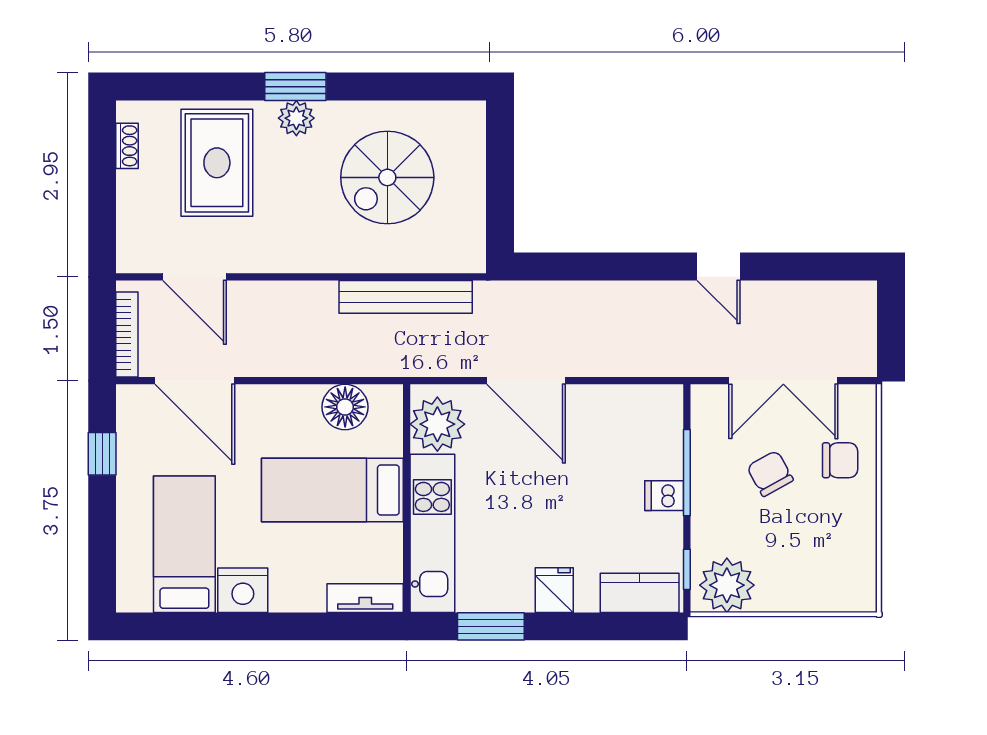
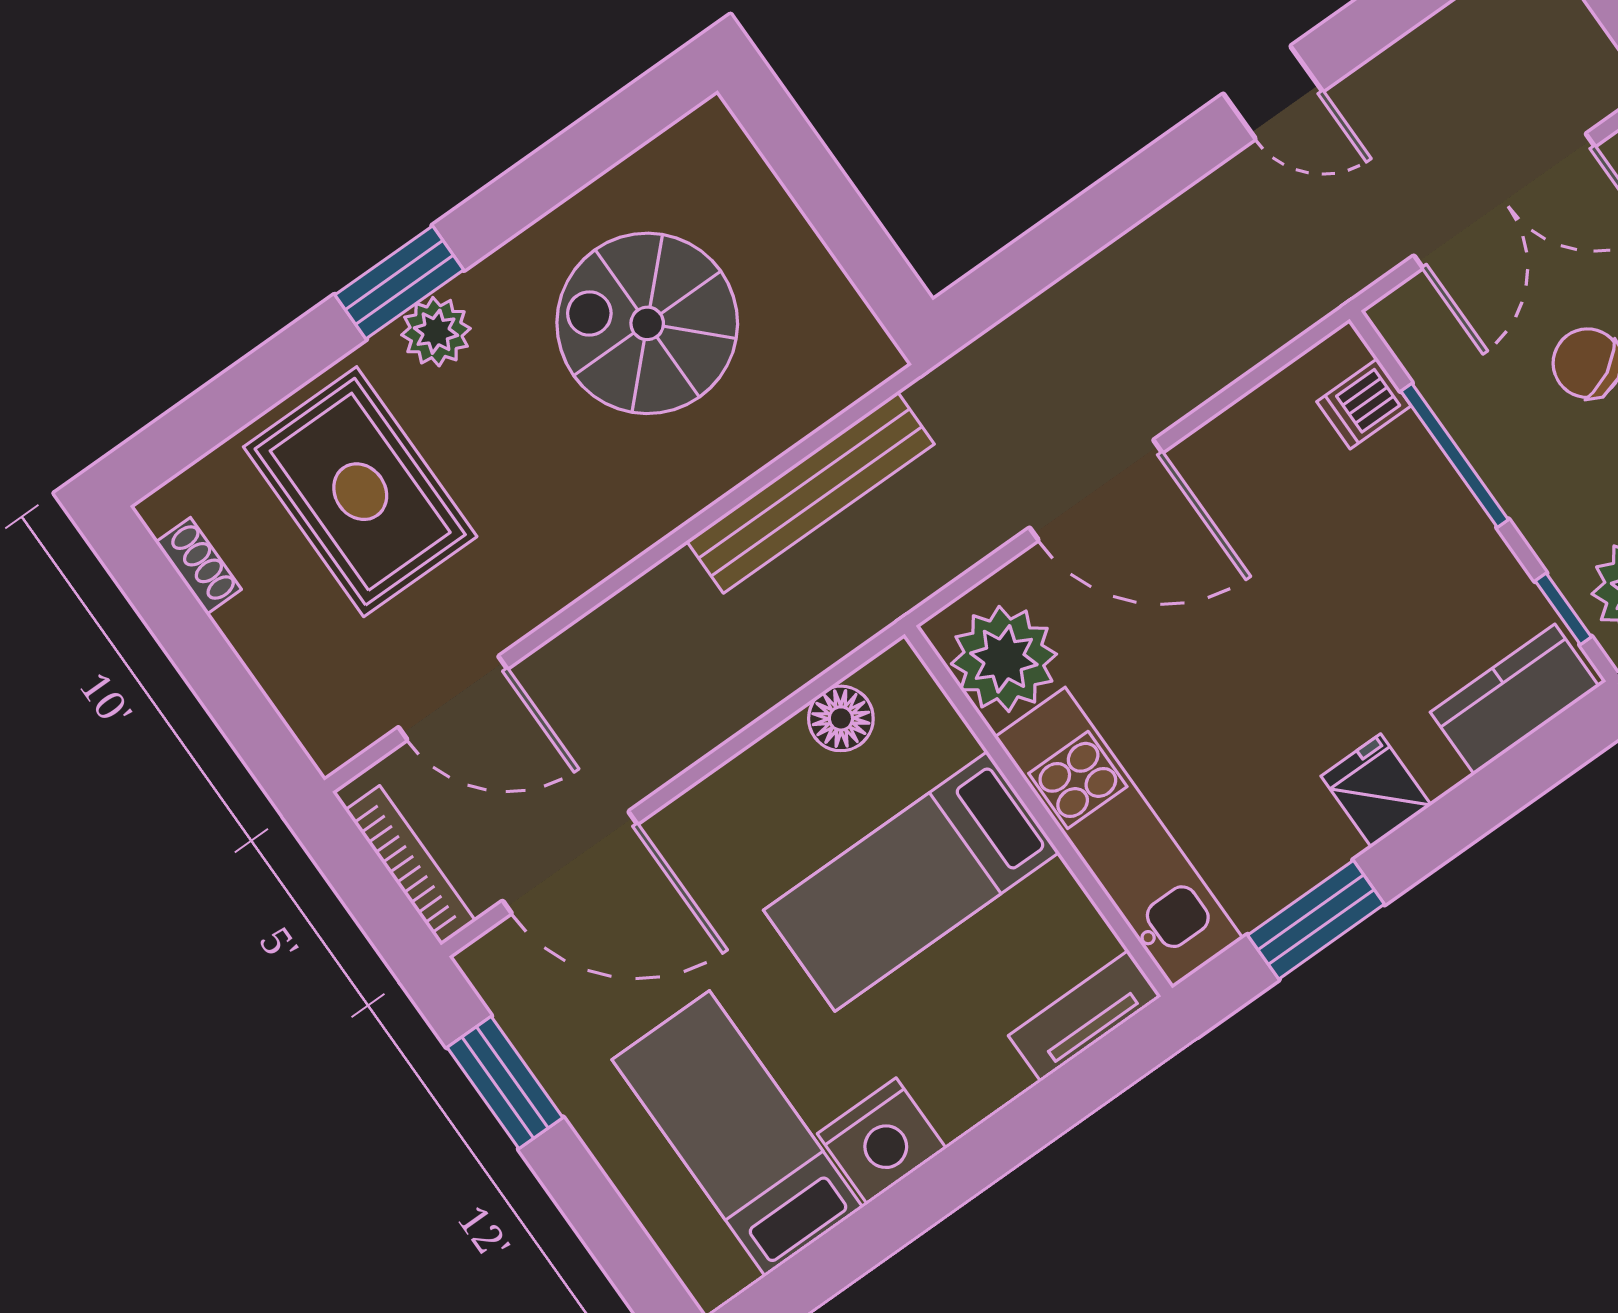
spiral stairs: (387, 177) -> (647, 323), turned 90
floor lamp: (345, 407) -> (841, 718), width x0.73, depth x0.73
window: (102, 454) -> (505, 1082), width x1.50
dishwasher: (664, 496) -> (1364, 404), moved

